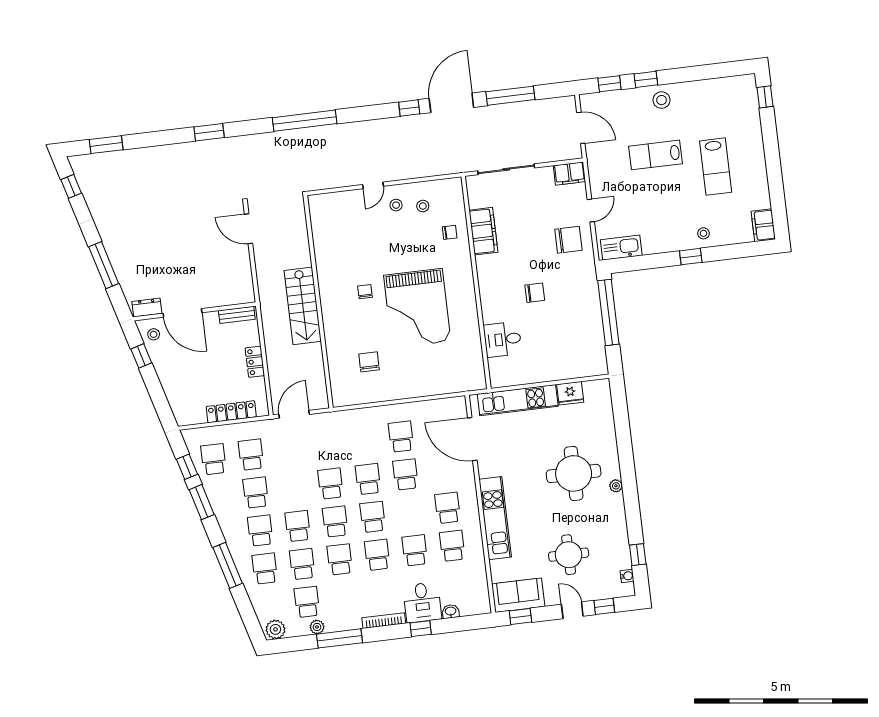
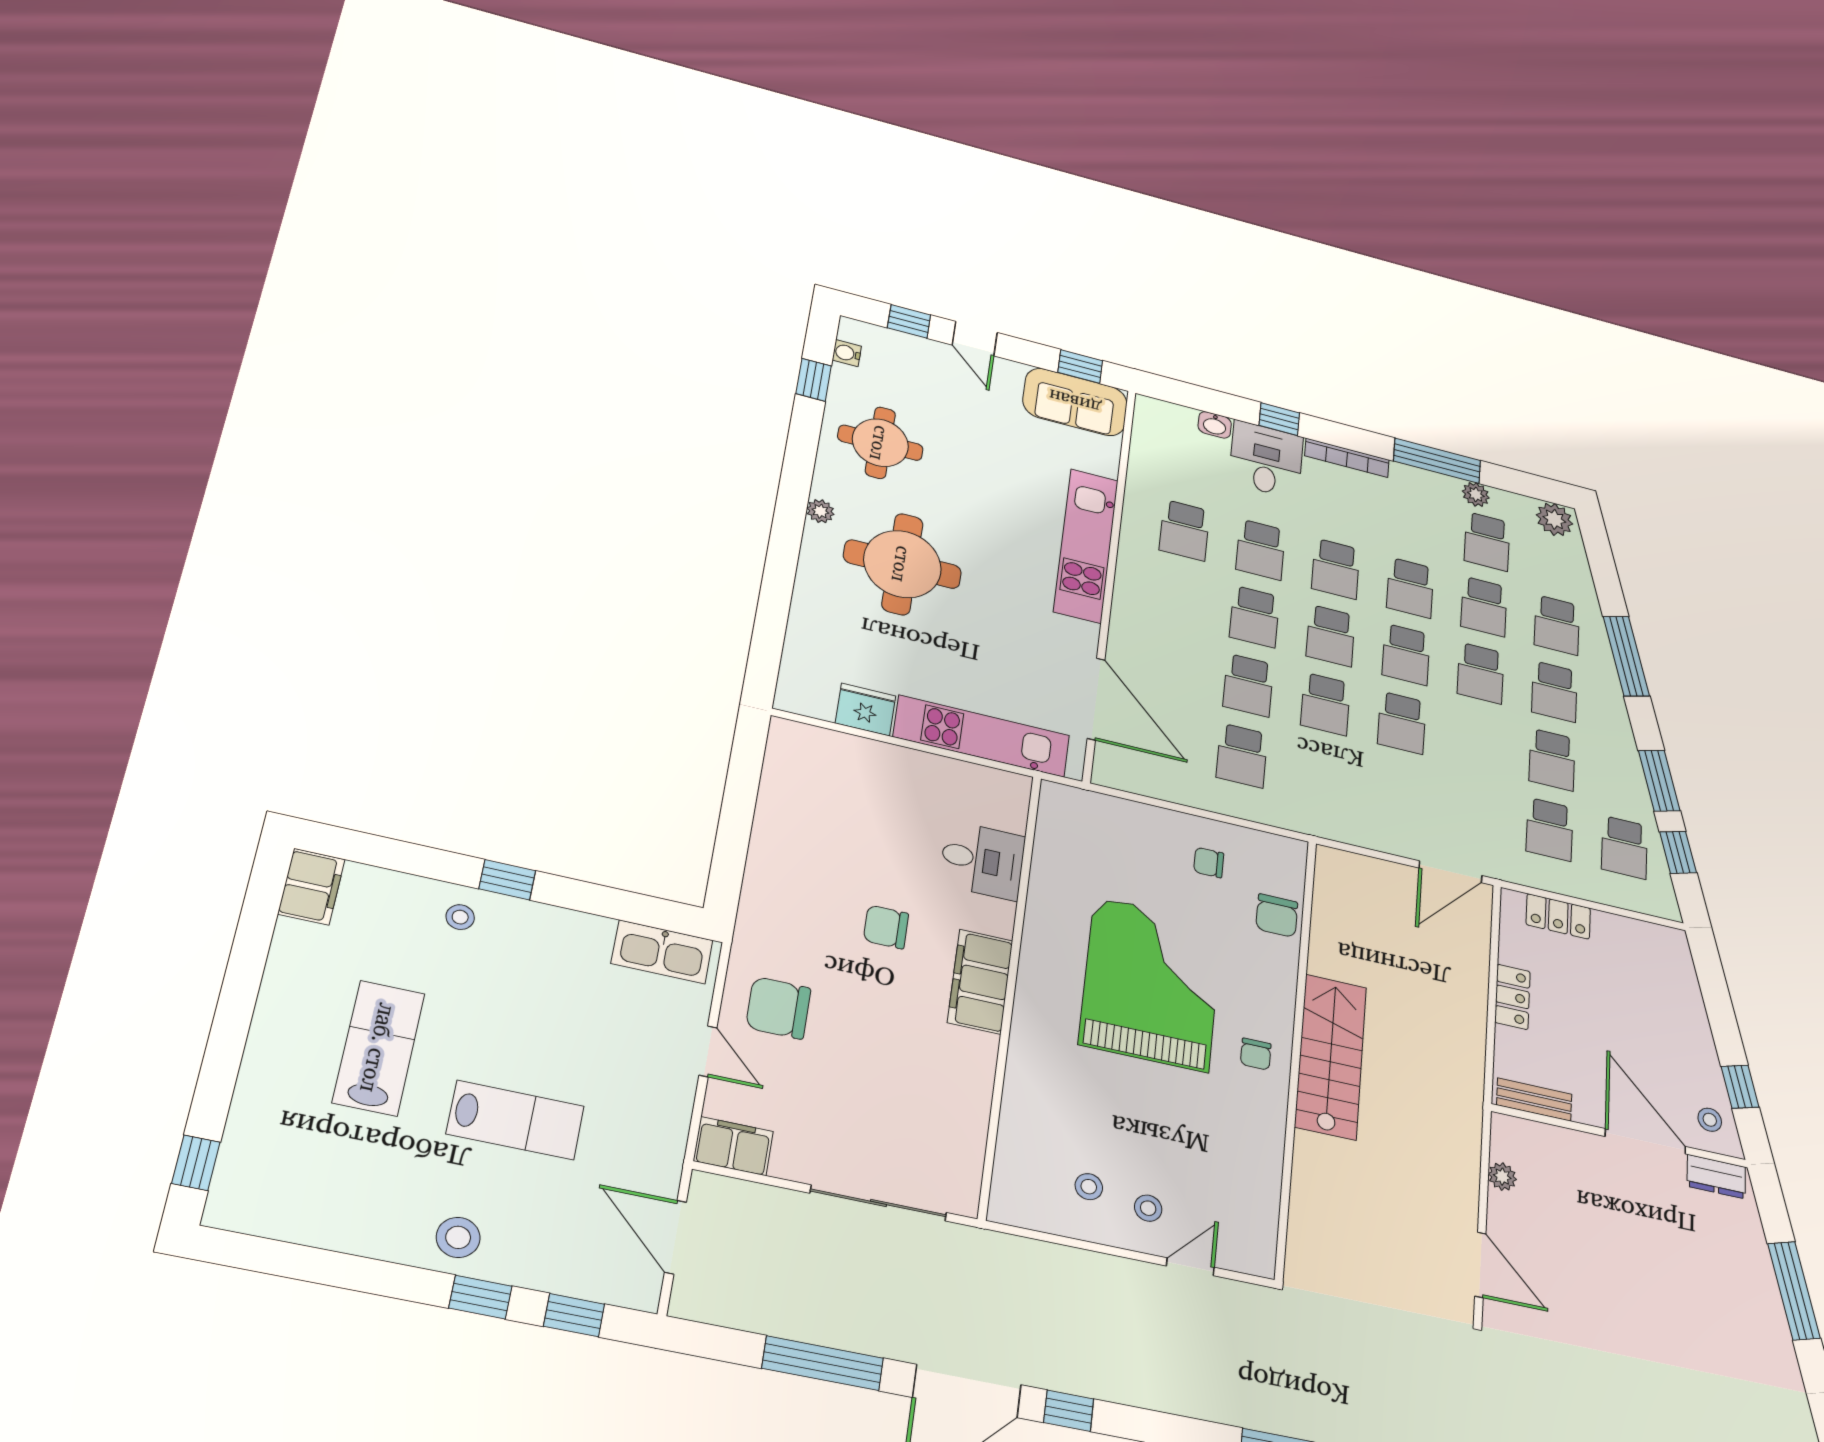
door: (591, 210) -> (708, 1051), swing flipped
filing cabinet: (483, 231) -> (980, 982), moved
chair: (450, 232) -> (1209, 862), moved
plant: (245, 273) -> (1502, 1177), added
wall: (318, 302) -> (1296, 1054), moved
stairs: (303, 306) -> (1331, 1057), moved
window: (608, 312) -> (734, 833), removed
locker: (231, 412) -> (1558, 916), width x0.66
school desk: (448, 508) -> (1254, 617), moved
round table: (569, 555) -> (880, 443), moved

